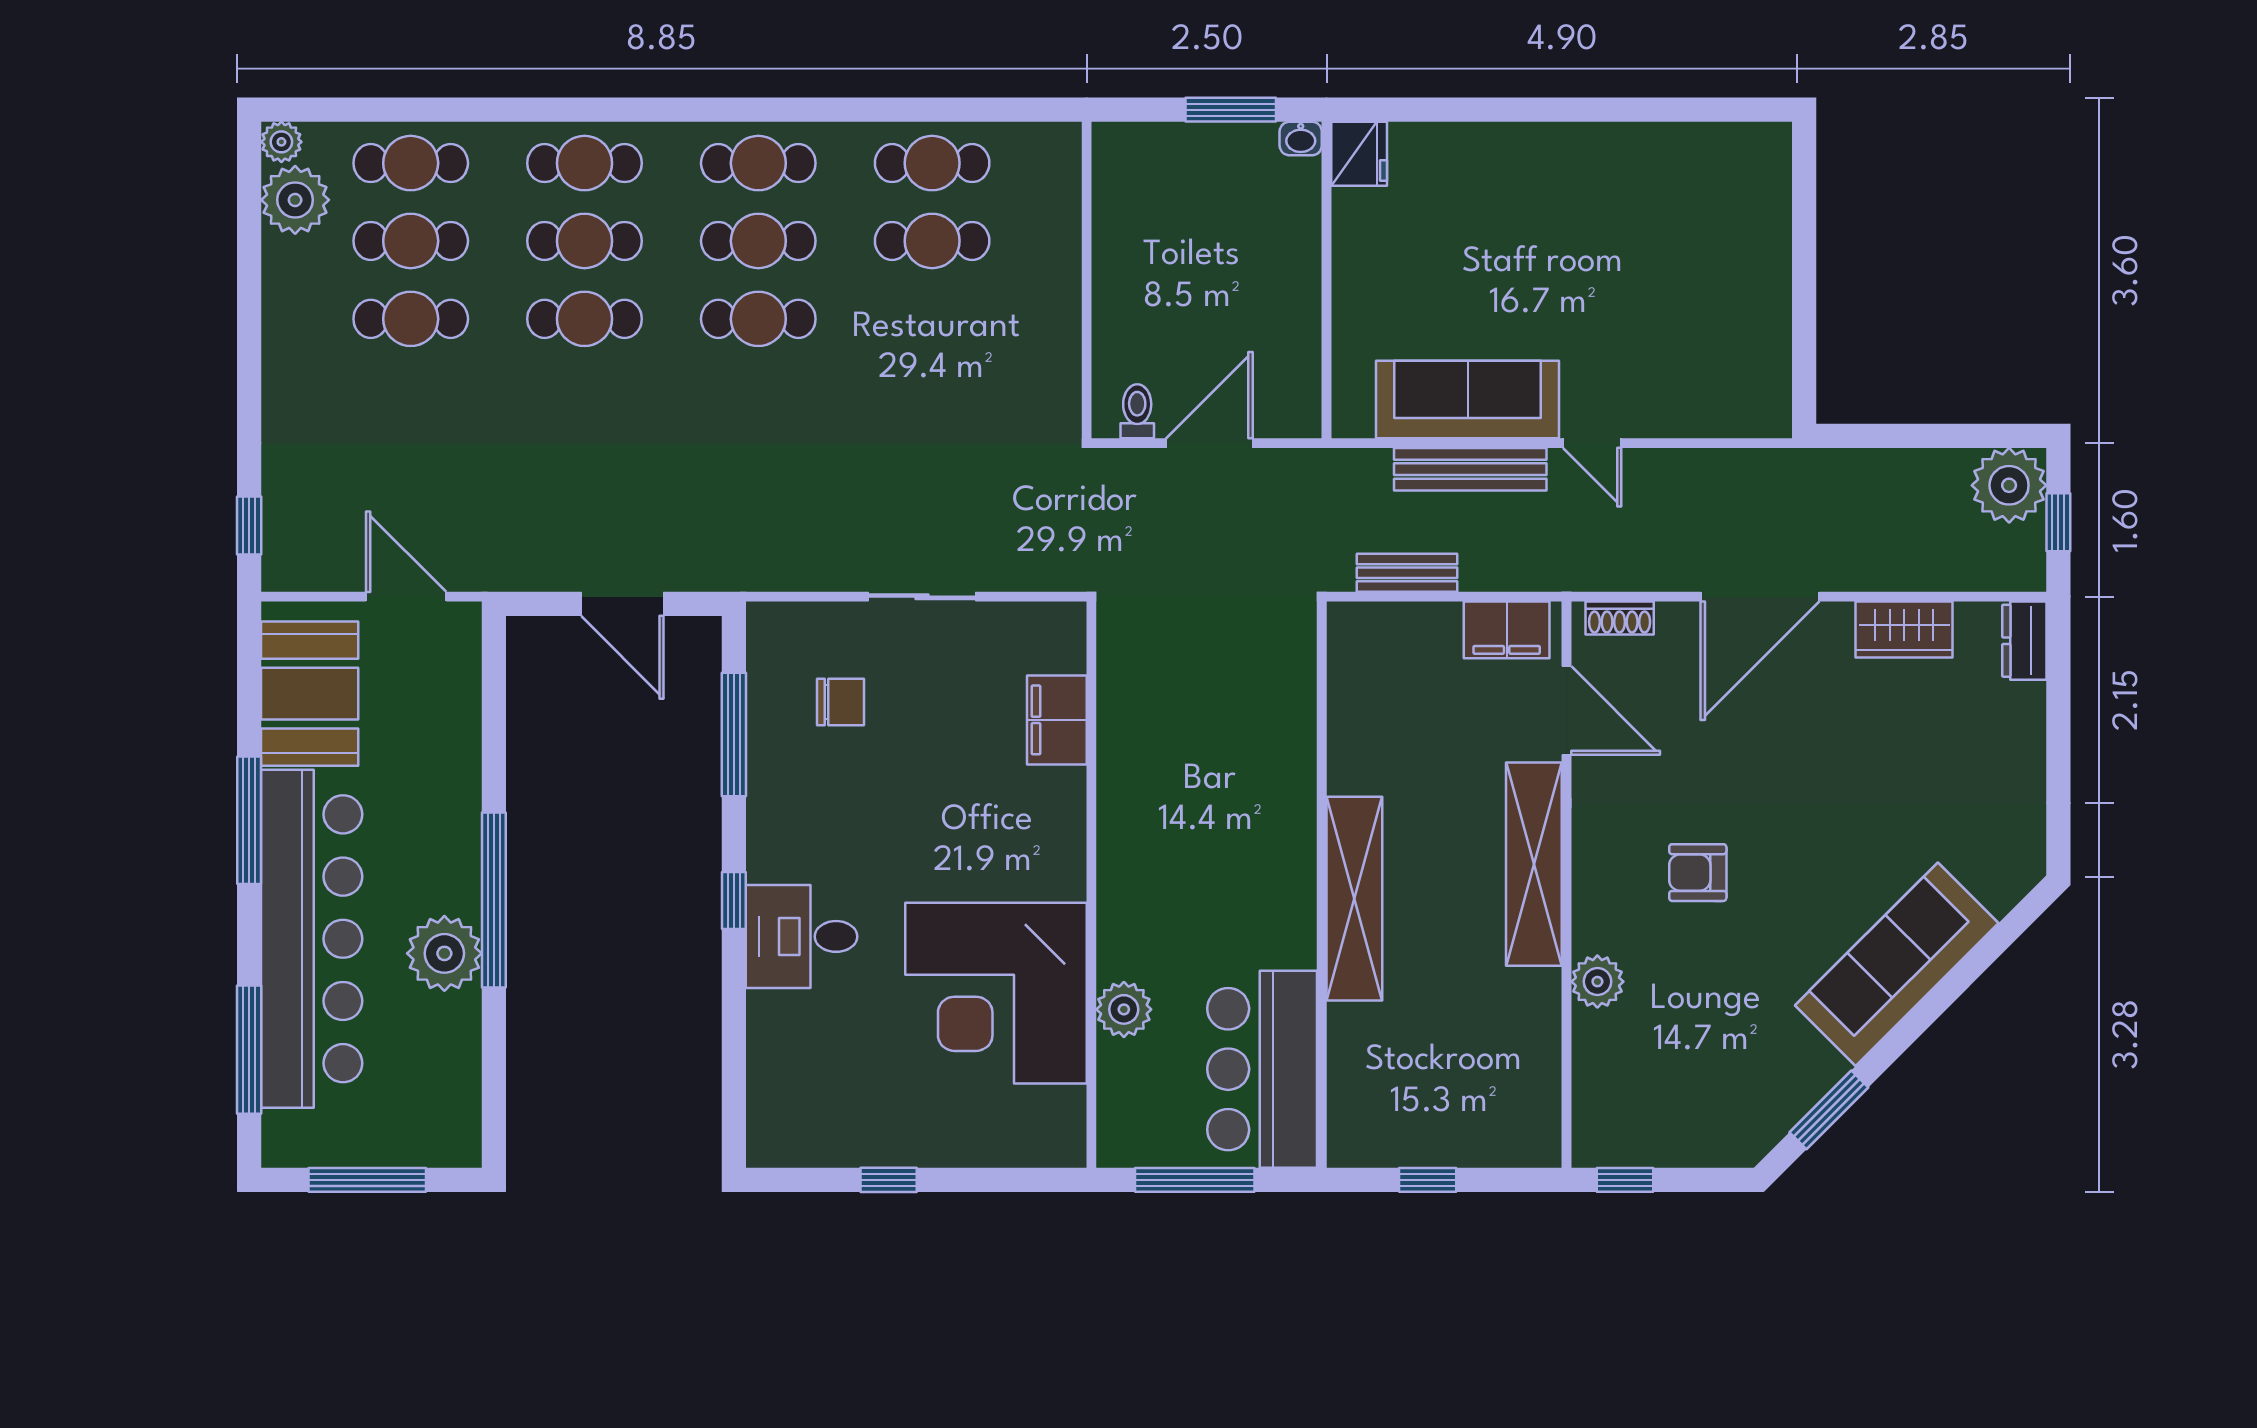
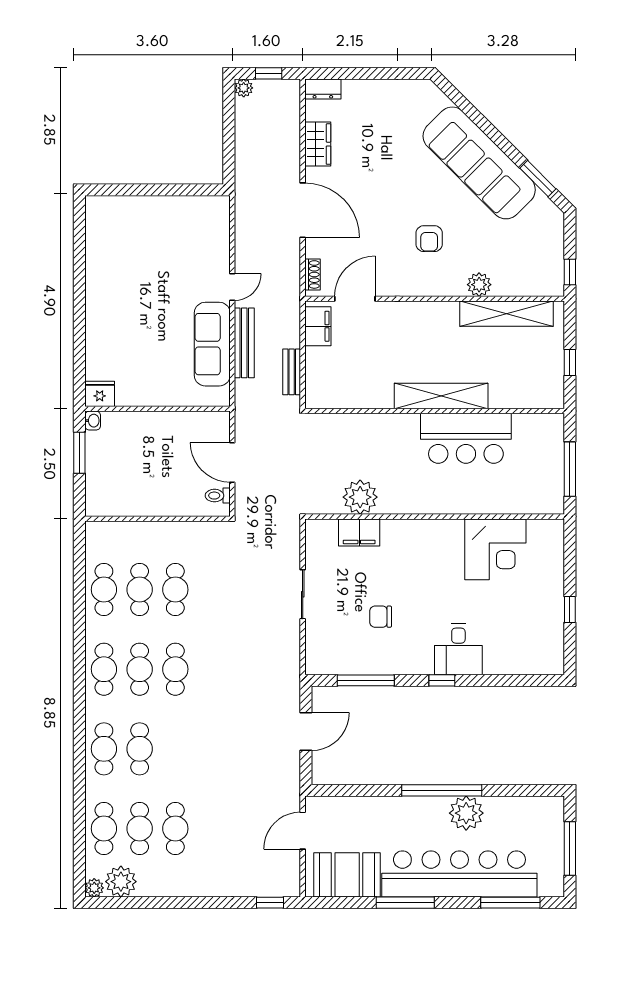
cafe table: (585, 319) -> (175, 590), moved
plant: (2009, 485) -> (244, 88), width x0.53, depth x0.53
chair: (840, 702) -> (381, 617), moved, turned -90
shelving: (1534, 864) -> (507, 314), moved
sofa: (1897, 964) -> (479, 163), width x1.36, depth x1.27
corner desk: (996, 993) -> (495, 549), width x0.74, depth x0.74
plant: (1124, 1009) -> (360, 497), moved, width x1.36, depth x1.36
bar counter: (1262, 1069) -> (466, 438), moved

